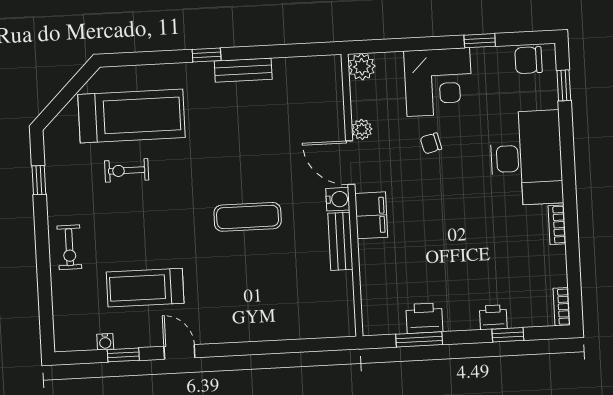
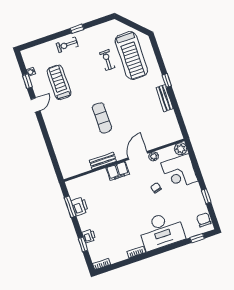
corner desk: (438, 82) -> (179, 172), moved
window: (39, 180) -> (77, 29), moved
water cooler: (338, 199) -> (121, 155), removed

